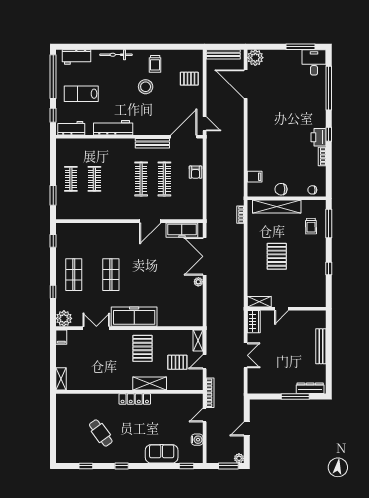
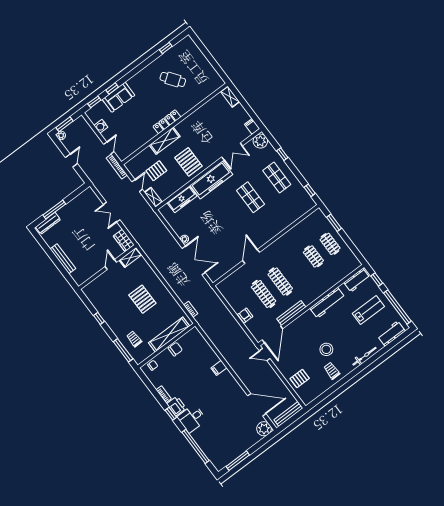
desk: (314, 62) -> (192, 418), moved, turned 90
filing cabinet: (255, 177) -> (219, 368), moved
freezer: (182, 230) -> (182, 199), moved, turned 180
window: (122, 466) -> (112, 88), moved

